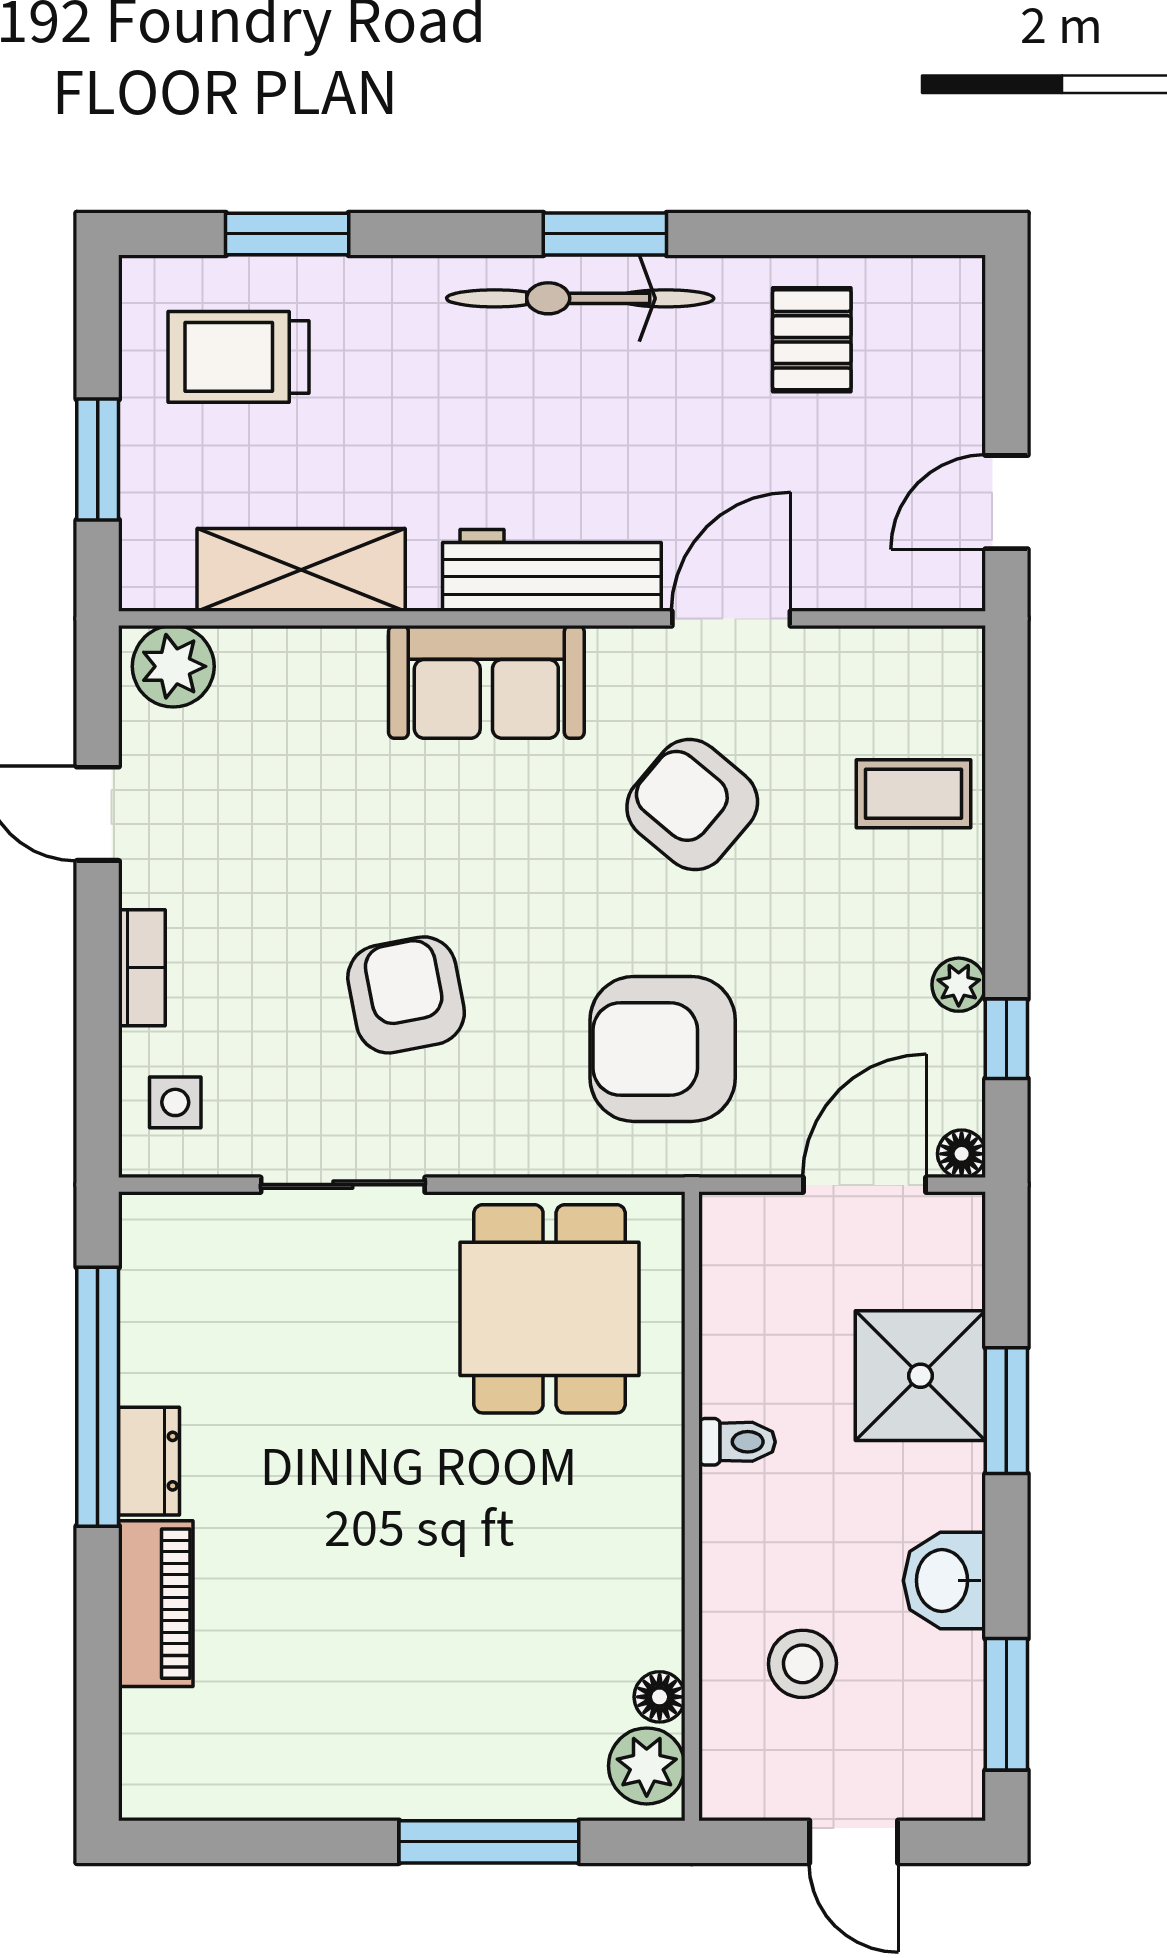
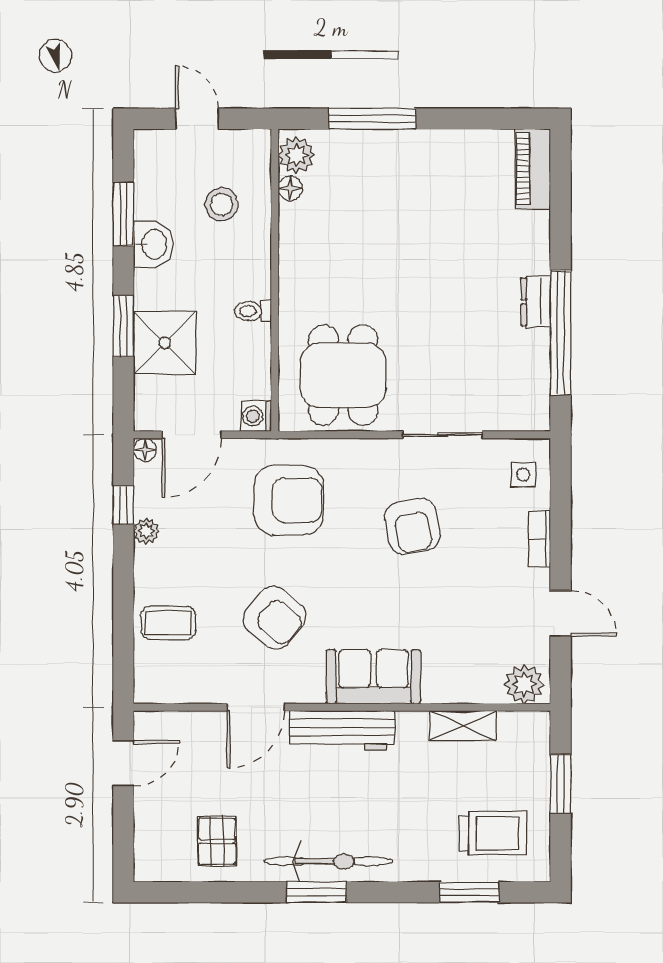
shelving: (301, 570) -> (463, 726), width x0.67, depth x0.75
washing machine: (731, 1224) -> (256, 416), added
piano: (156, 1604) -> (533, 169), moved
window: (1006, 1704) -> (123, 214), moved

